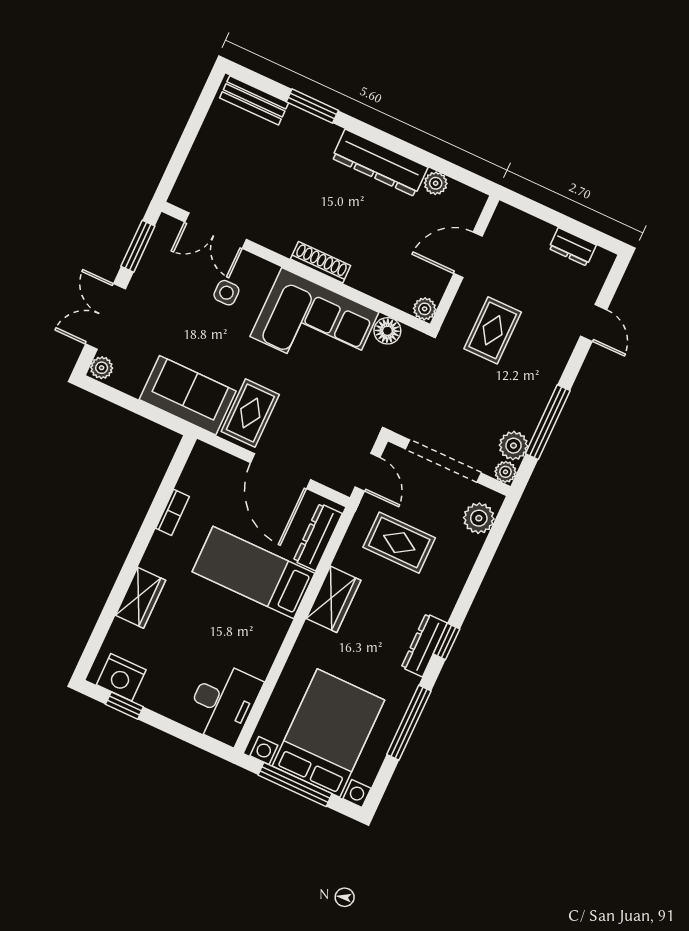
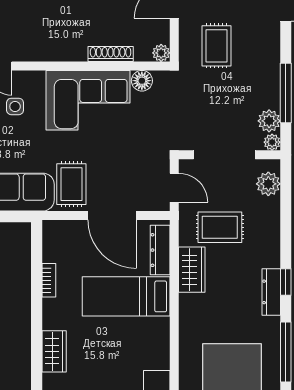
shoe rack: (321, 262) -> (111, 54), moved
wardrobe: (333, 599) -> (192, 270), moved

